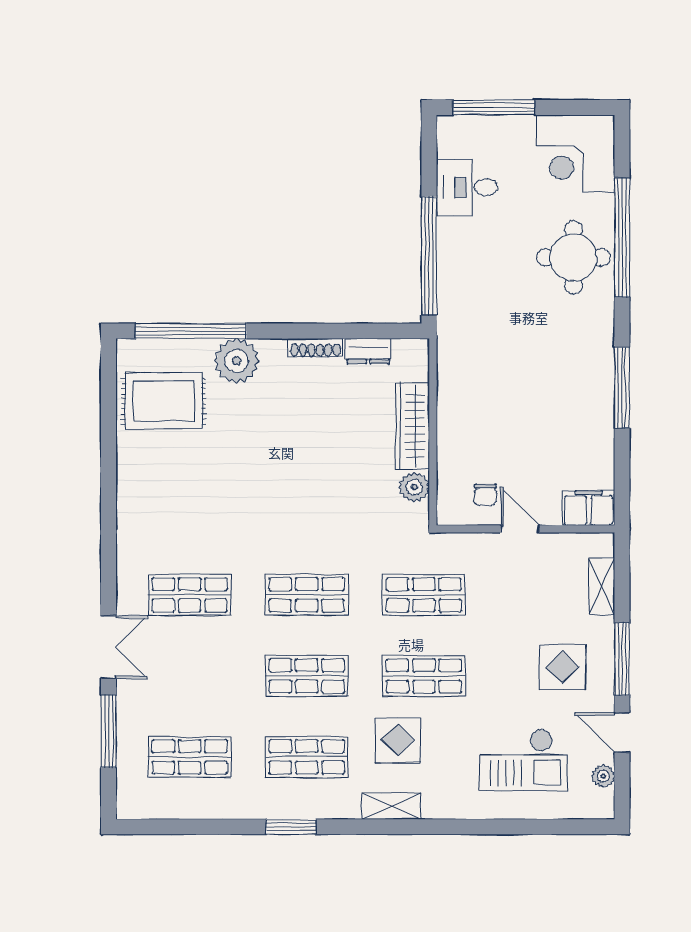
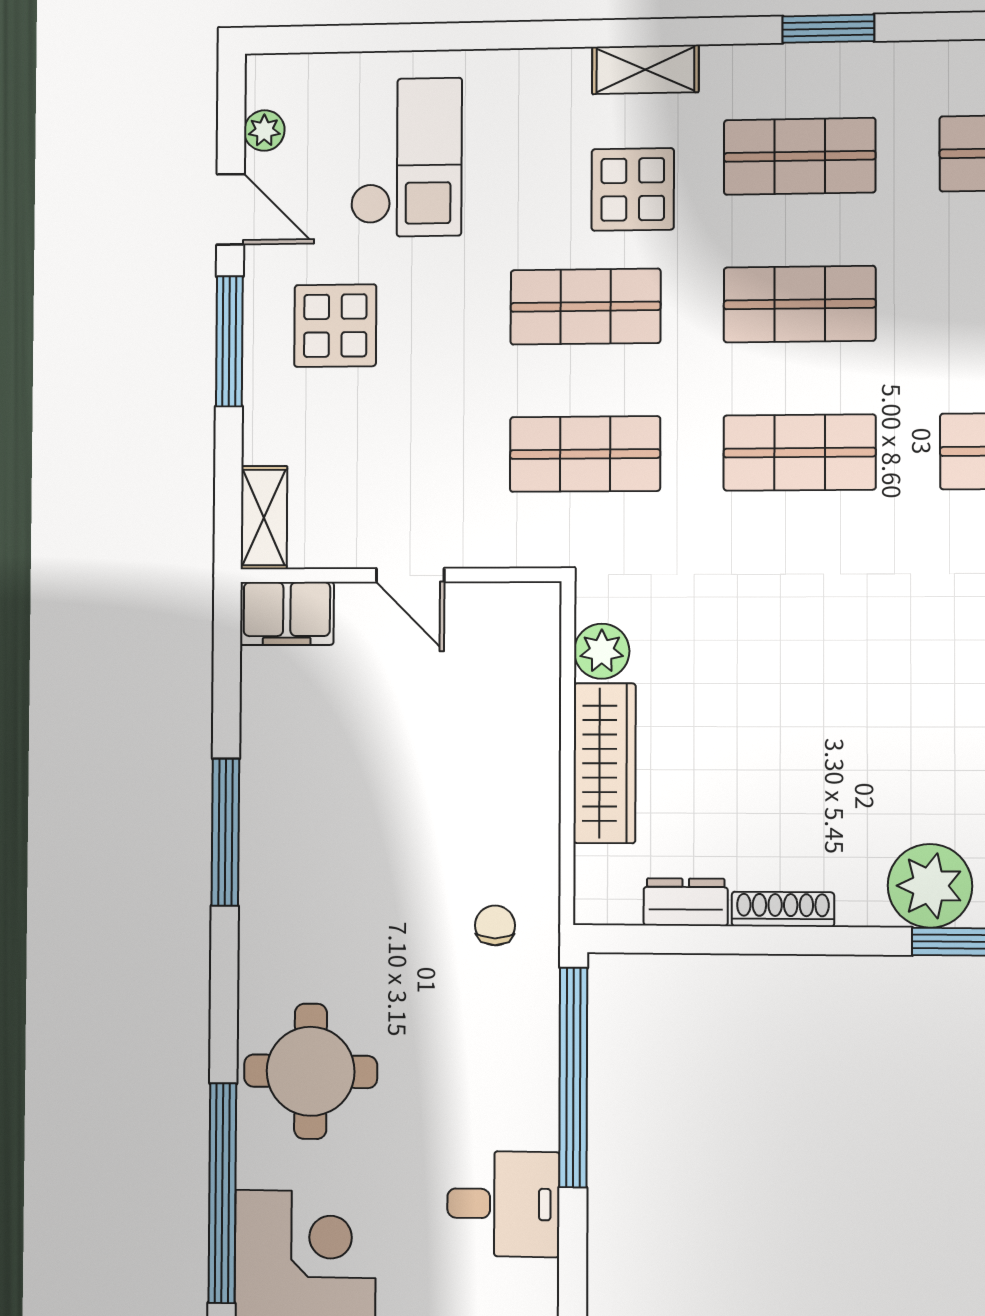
window: (622, 238) -> (222, 1193), moved
chair: (485, 495) -> (495, 925), moved
shelving: (602, 586) -> (264, 518), moved
checkout: (524, 760) -> (406, 157), turned 90

